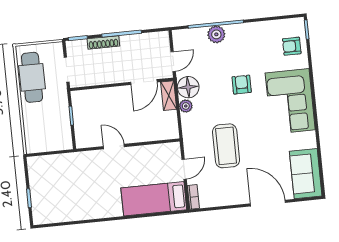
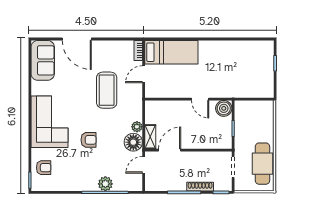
armchair: (242, 85) -> (89, 140), turned -90
boiler: (85, 138) -> (224, 108), added

